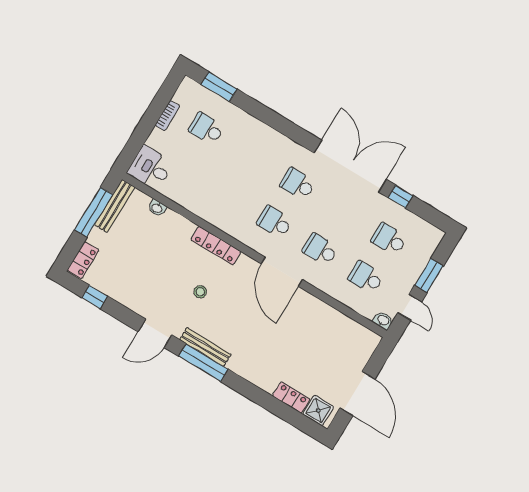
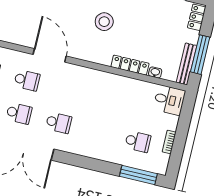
window: (219, 87) -> (138, 175), width x1.44
school desk: (275, 222) -> (19, 113), moved
locker: (216, 246) -> (130, 65), moved
stool: (200, 292) -> (104, 22), width x1.89, depth x1.89

